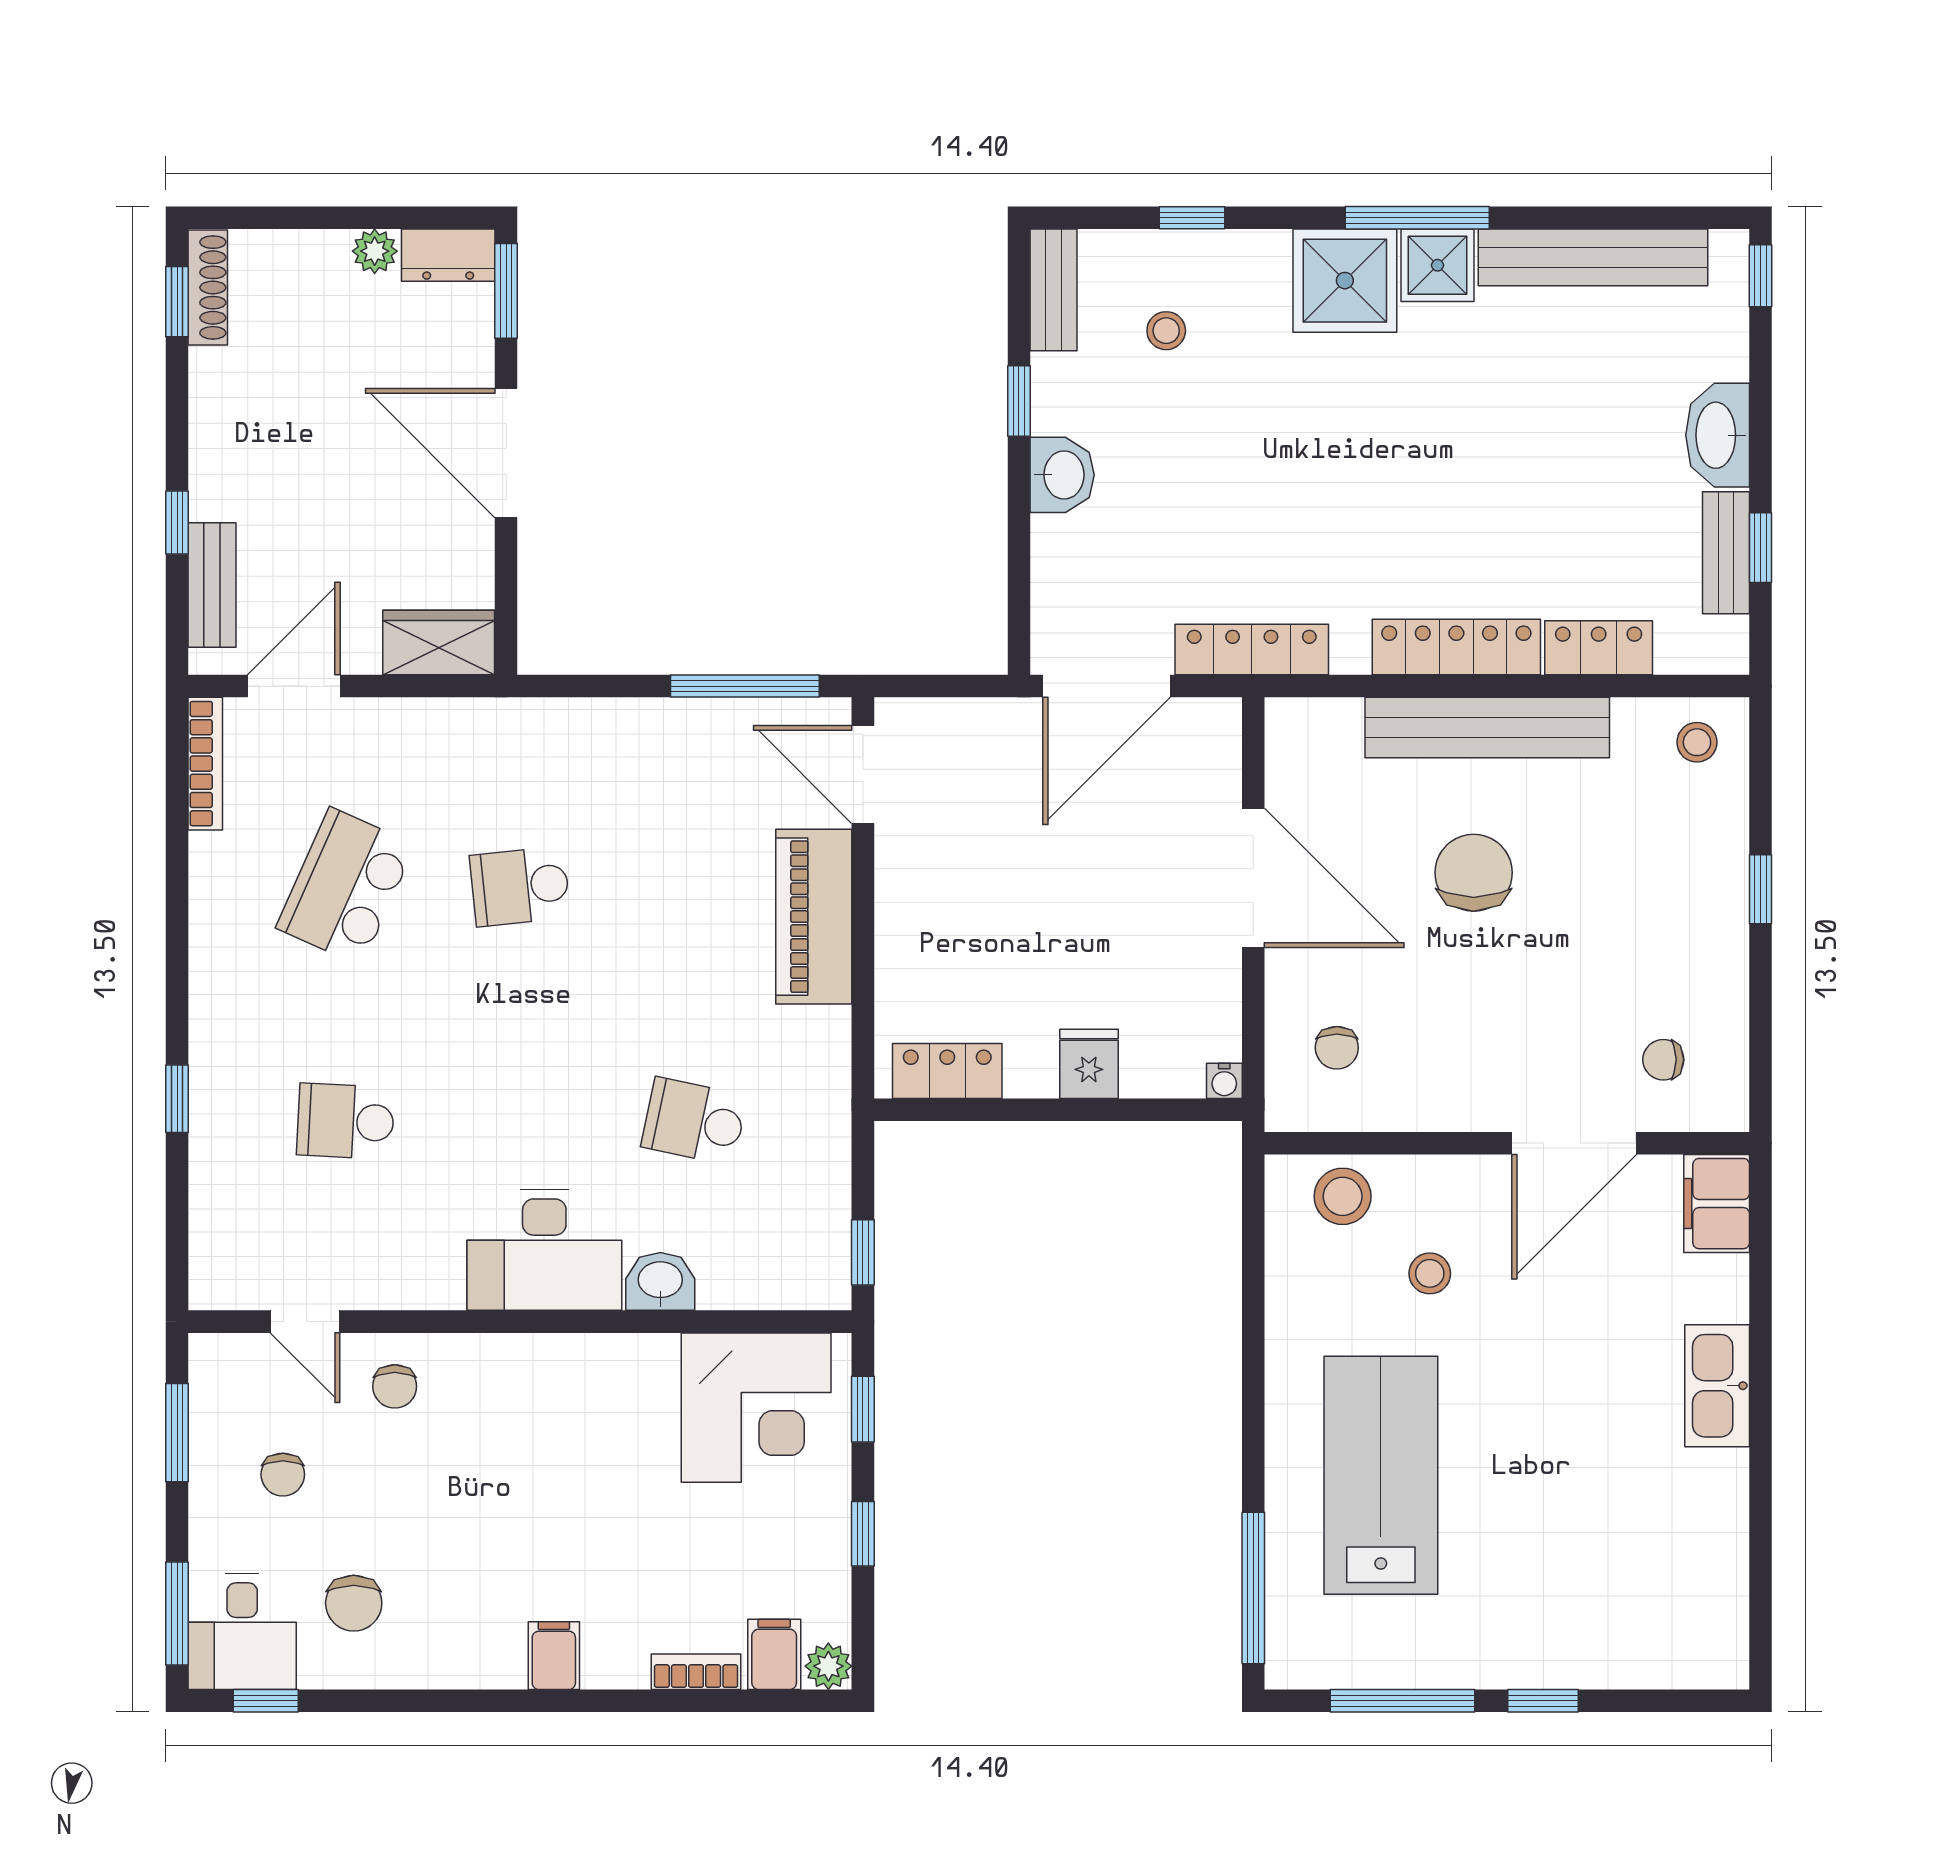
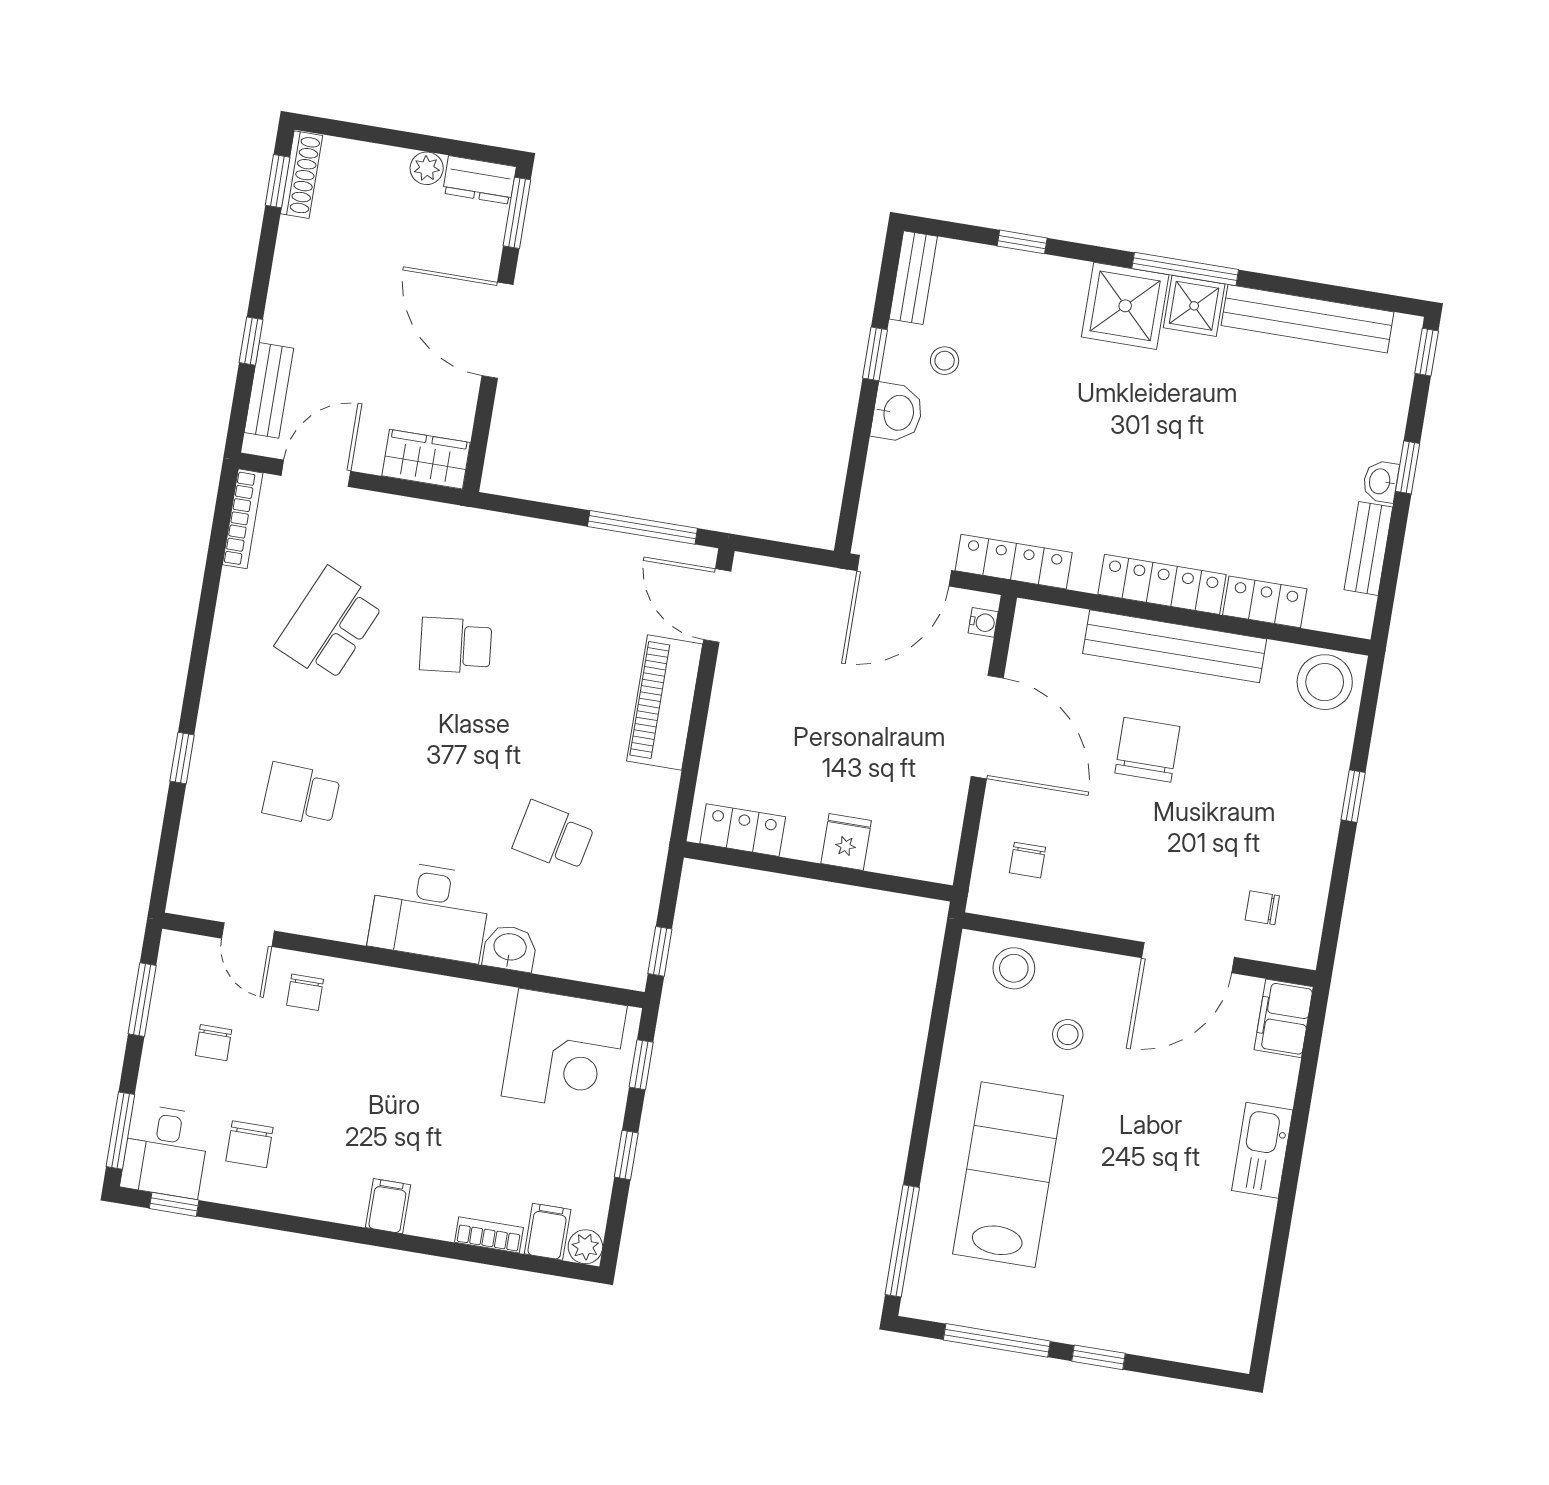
stool: (1166, 331) -> (945, 361), moved
washbasin: (1718, 435) -> (1381, 481), width x0.52, depth x0.69
window: (1761, 548) -> (1408, 467), moved
stool: (1697, 742) -> (1325, 682), width x1.89, depth x1.89
water cooler: (1224, 1081) -> (983, 622), moved, turned -90

